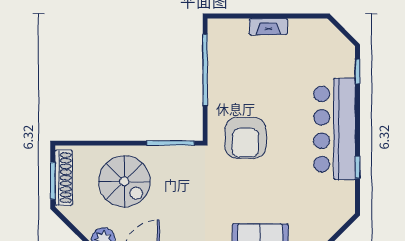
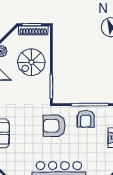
armchair: (232, 78) -> (86, 119), added

